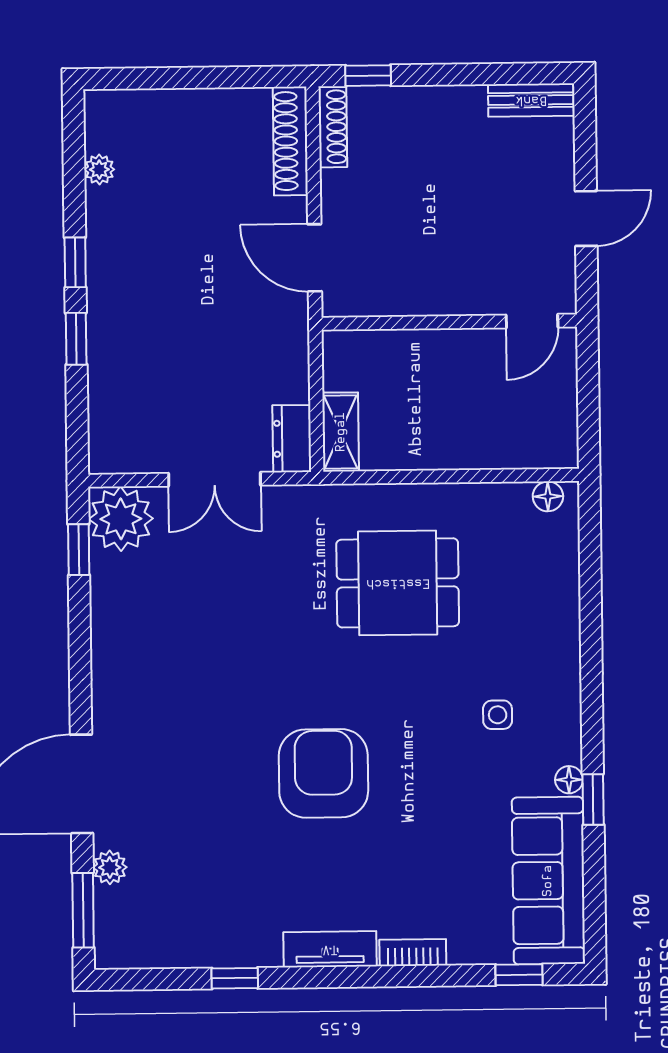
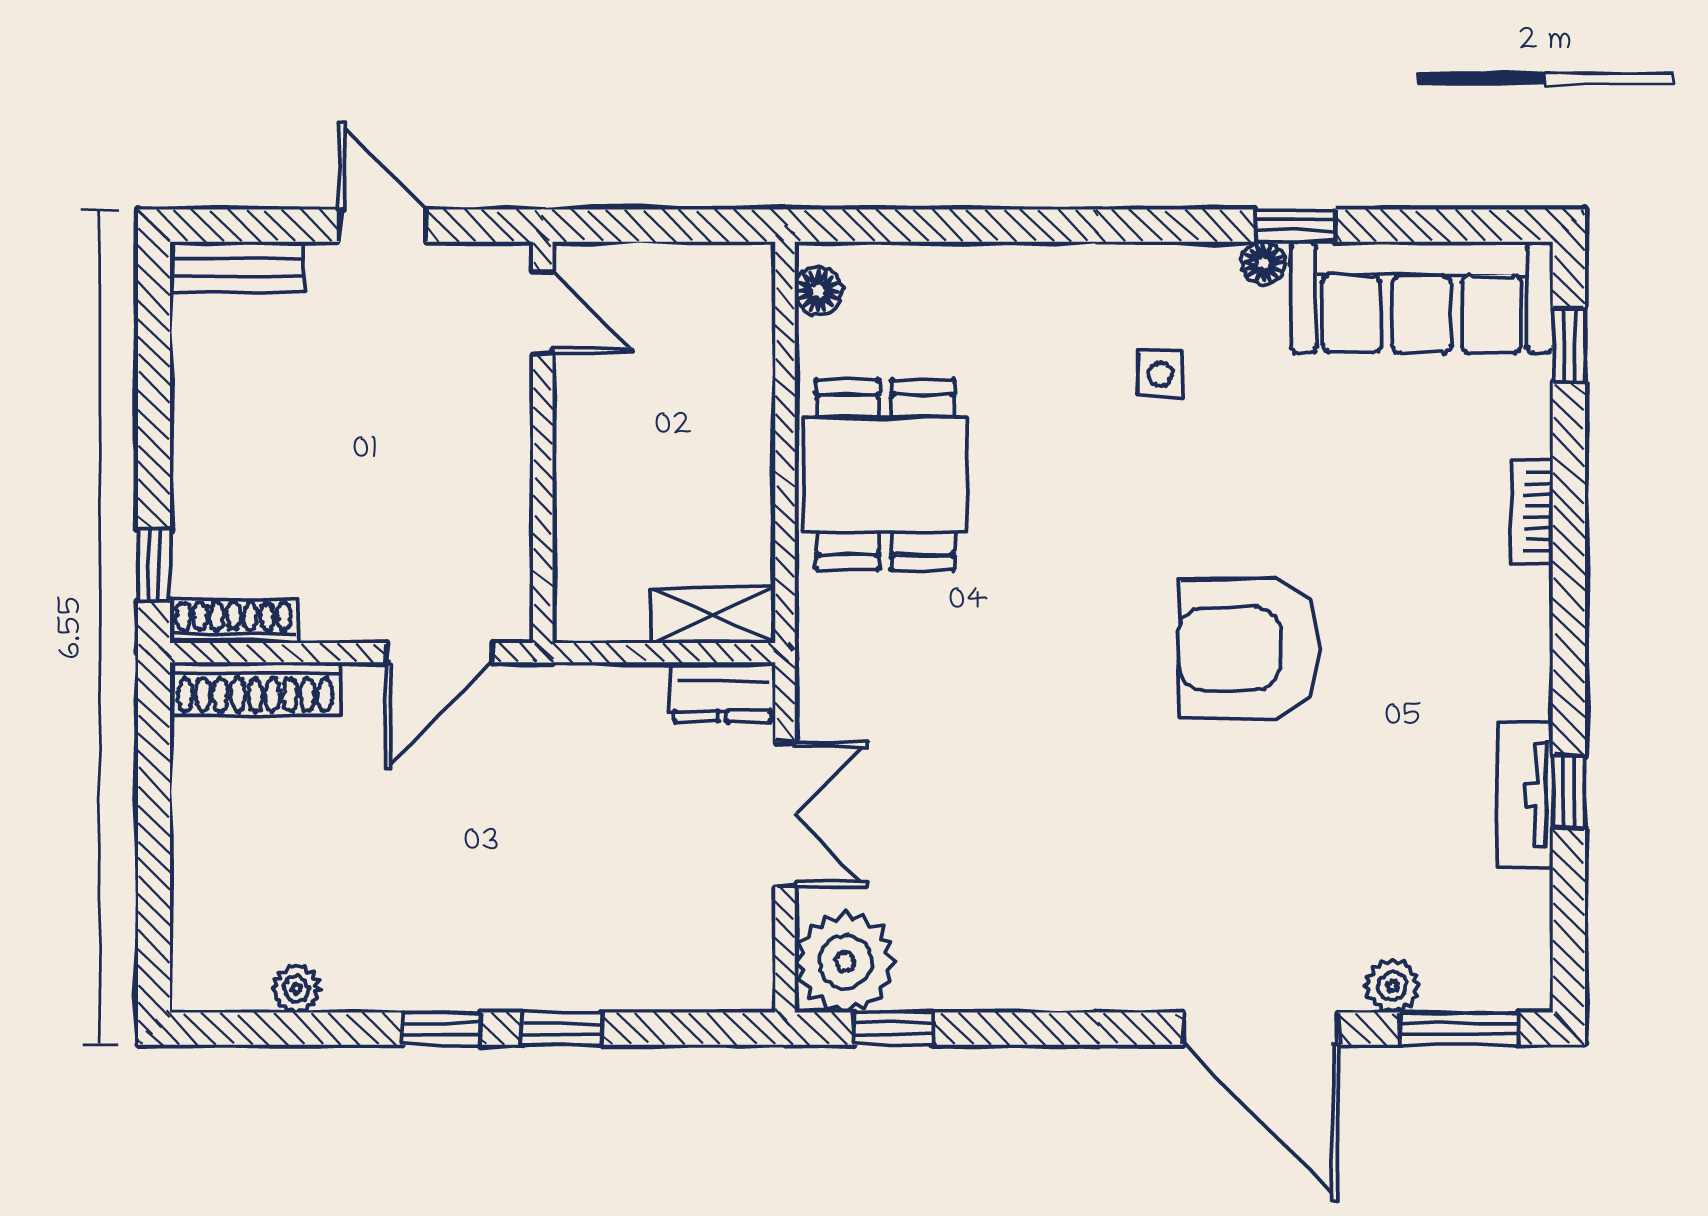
bench: (531, 100) -> (237, 267), moved, turned 90
dining table: (398, 583) -> (885, 475), moved
tv unit: (330, 949) -> (1525, 795), moved

